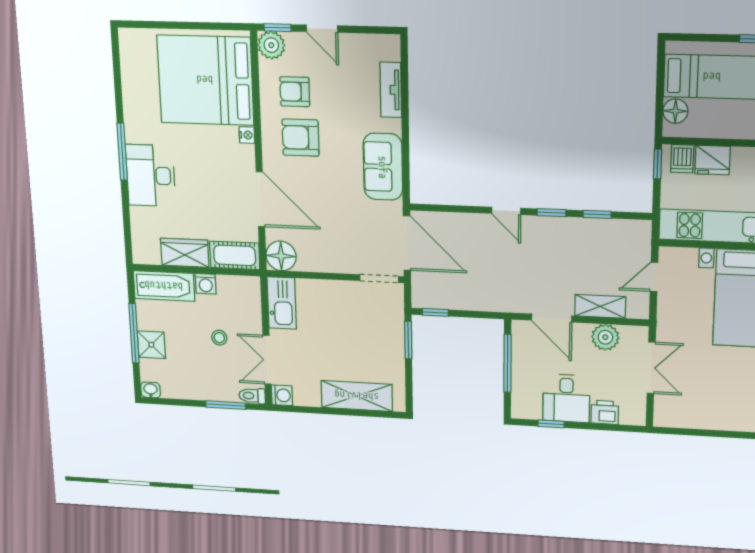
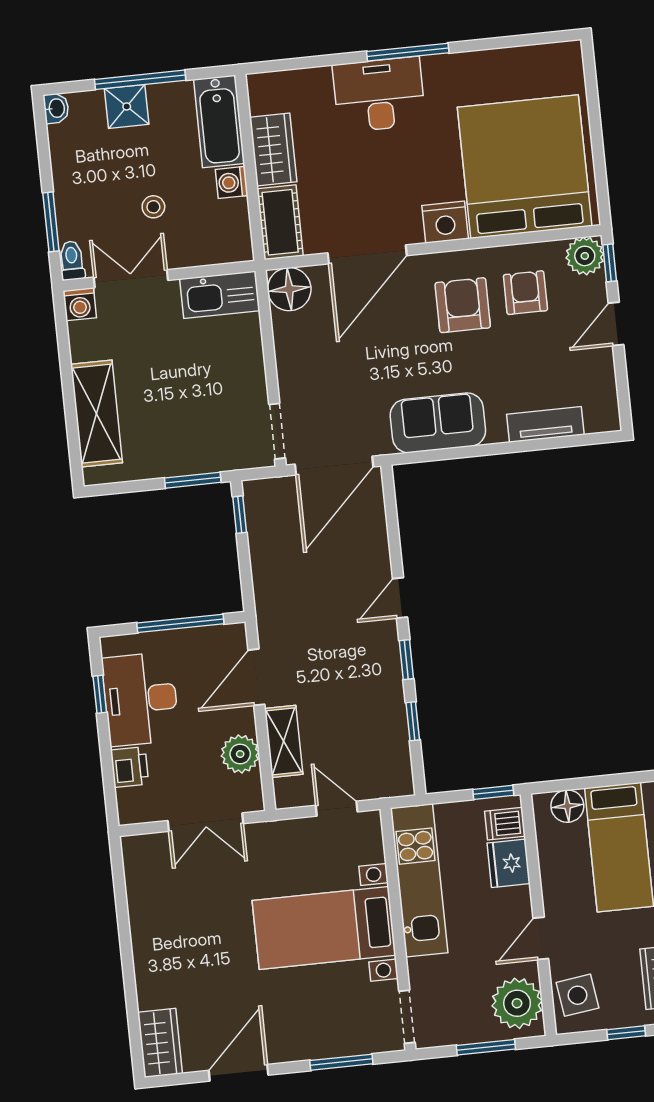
nightstand: (247, 135) -> (445, 222), width x1.89, depth x1.79
desk: (566, 398) -> (141, 699), width x1.37

